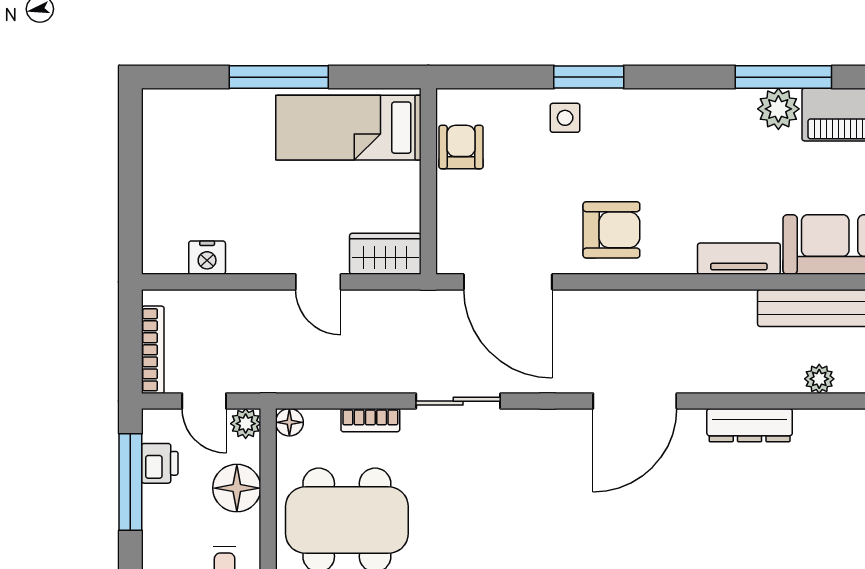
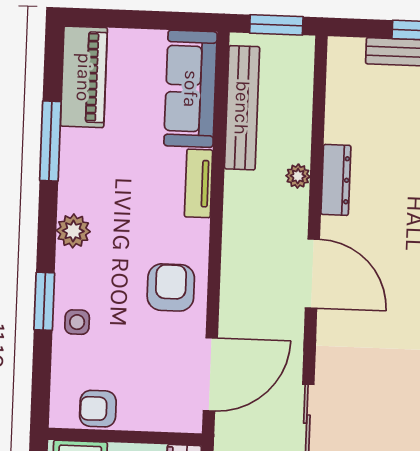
plant: (778, 109) -> (73, 231), moved
plant: (819, 379) -> (298, 176), moved

